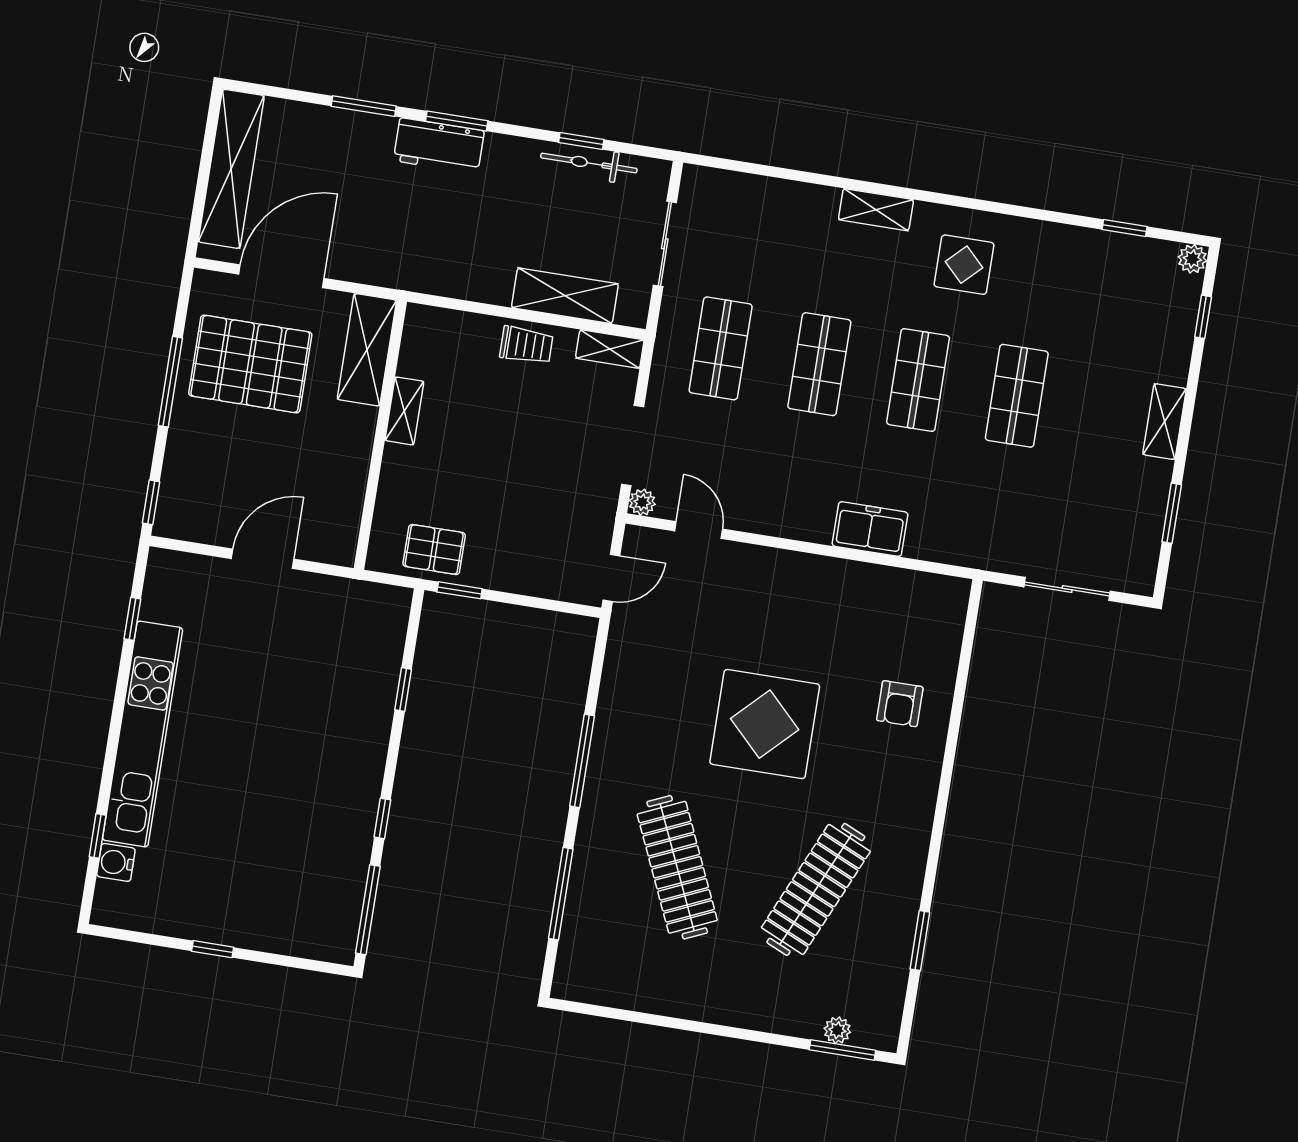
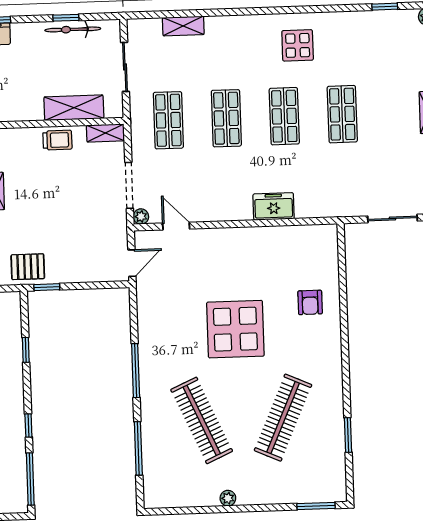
shelving: (876, 210) -> (183, 26), moved
plant: (837, 1030) -> (228, 498), moved

